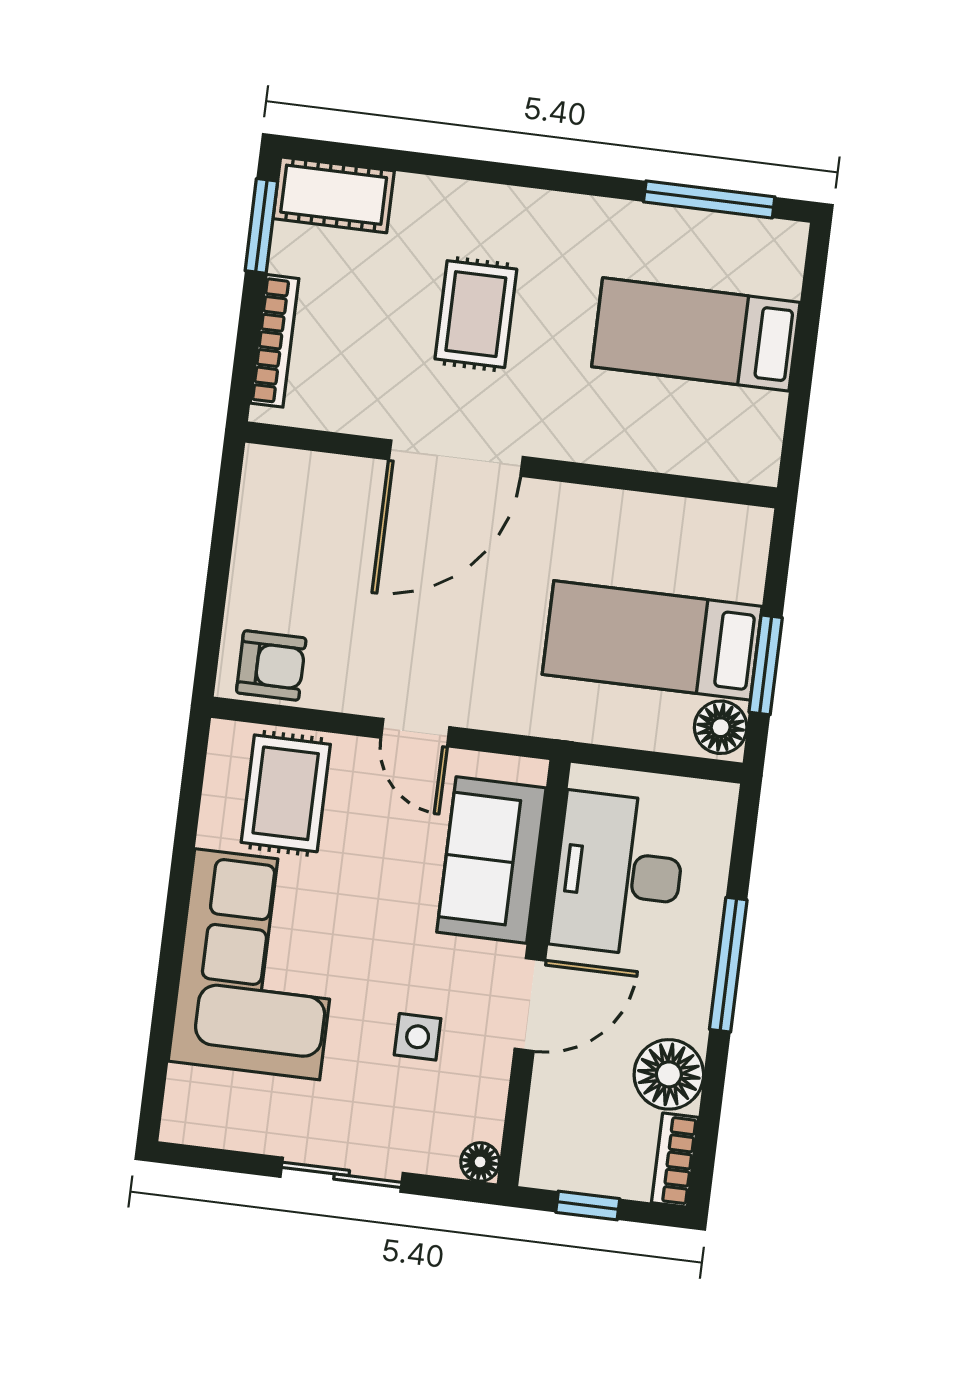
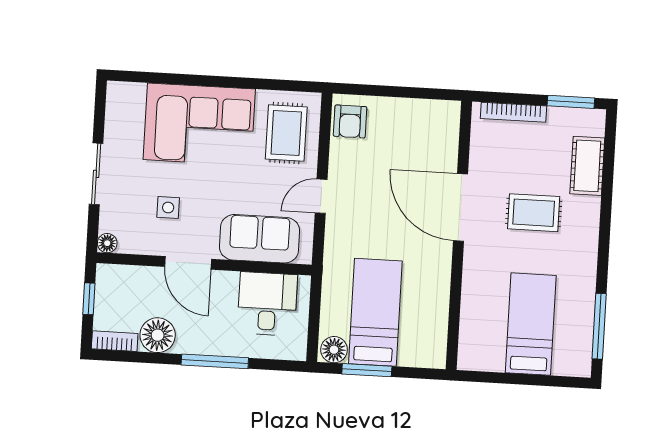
cot: (334, 195) -> (587, 166), moved
rug: (286, 793) -> (286, 133), turned 90
desk: (618, 874) -> (267, 304), width x0.73

